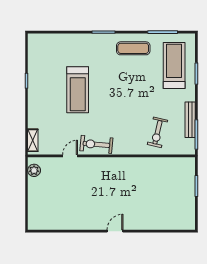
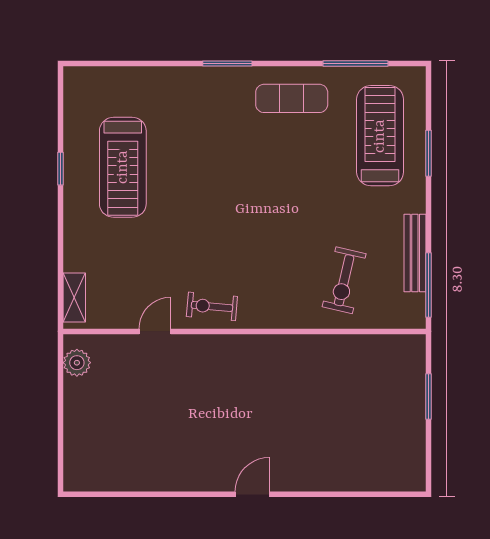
treadmill: (78, 90) -> (123, 167), moved
exercise bike: (96, 144) -> (212, 306), width x0.73, depth x0.72

